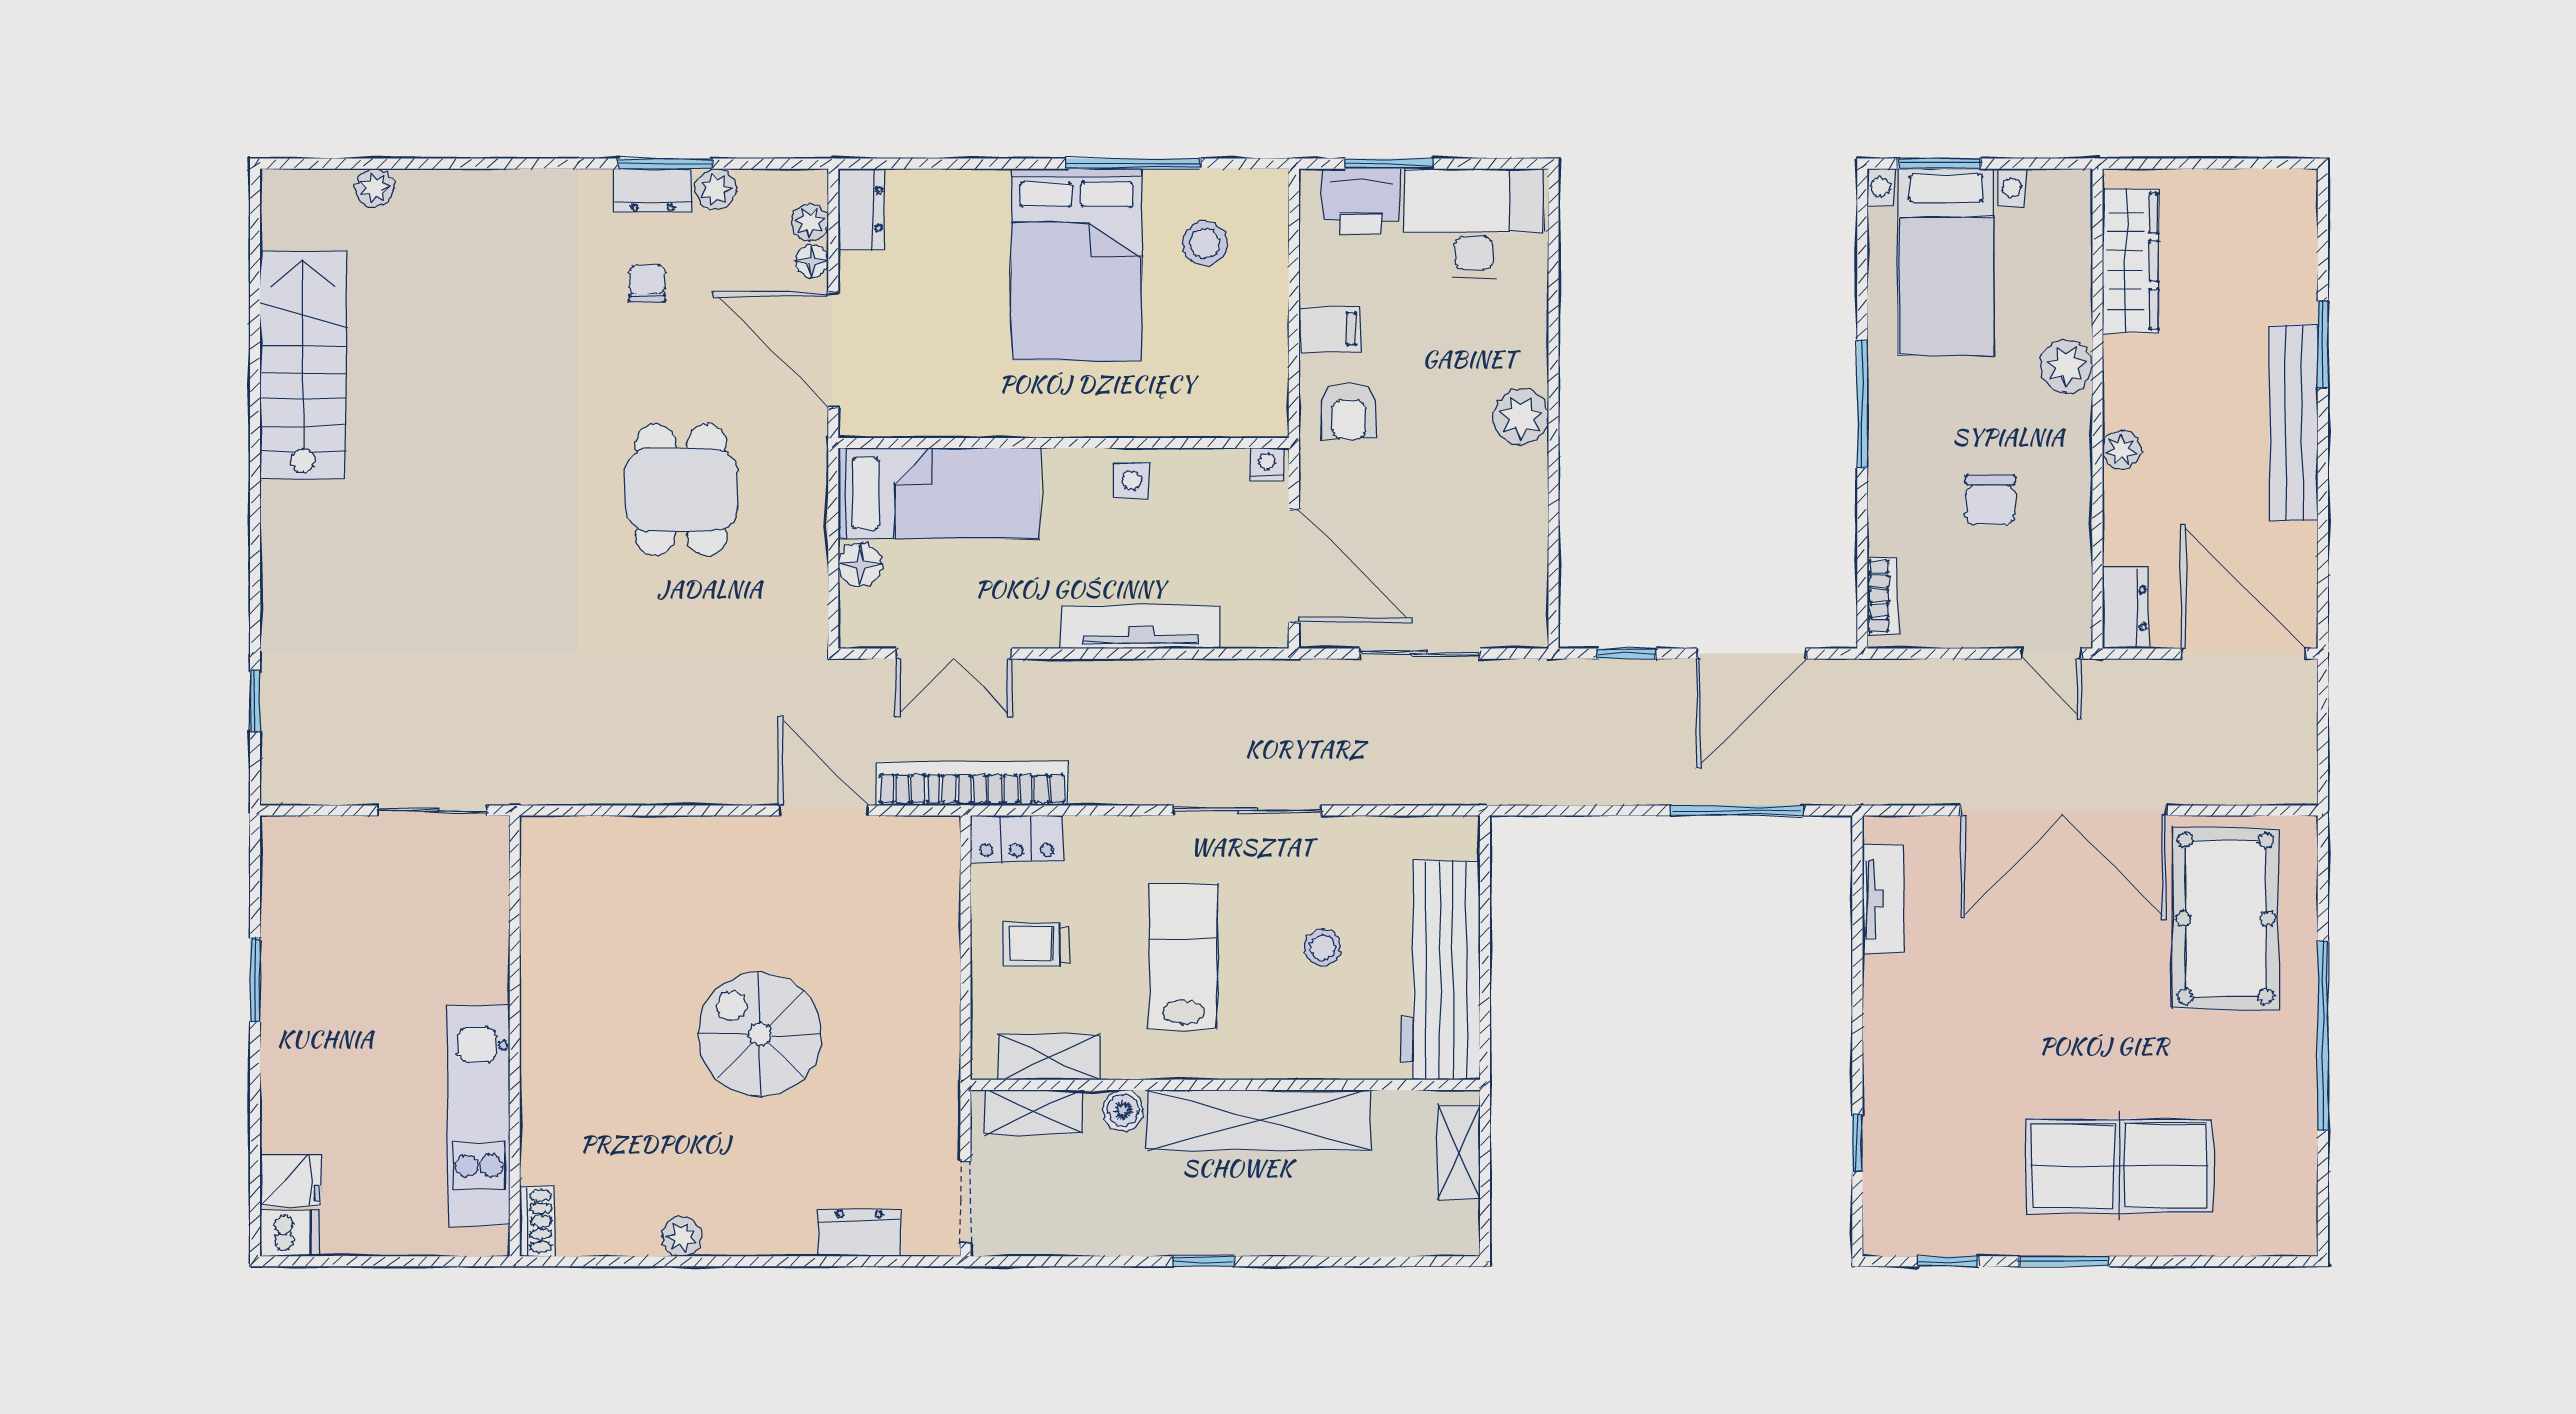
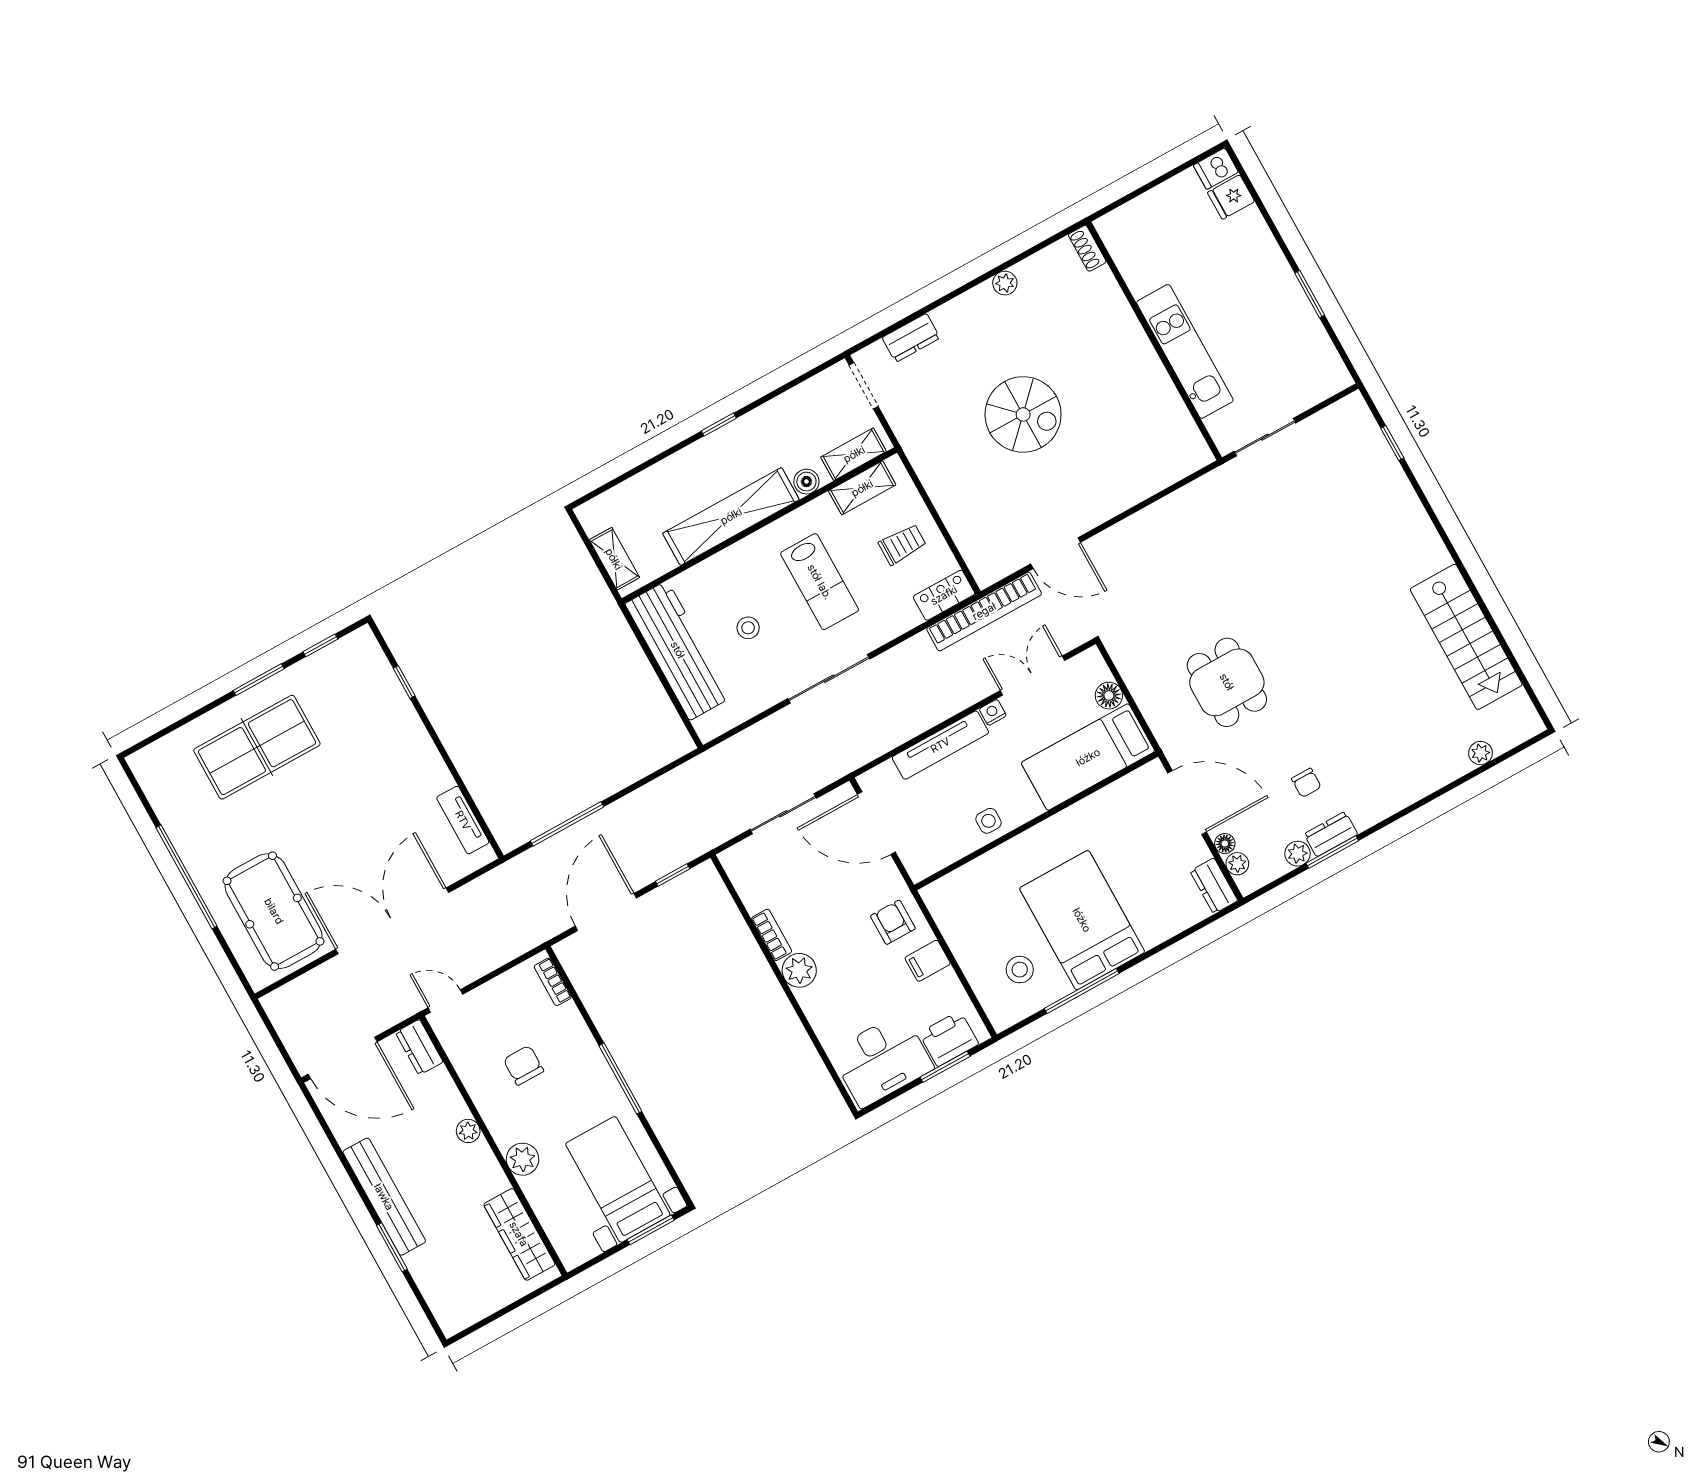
nightstand: (1267, 464) -> (993, 712), moved, turned 180
bookcase: (1532, 490) -> (772, 935), added
kitchen unit: (479, 1115) -> (1185, 351), moved

